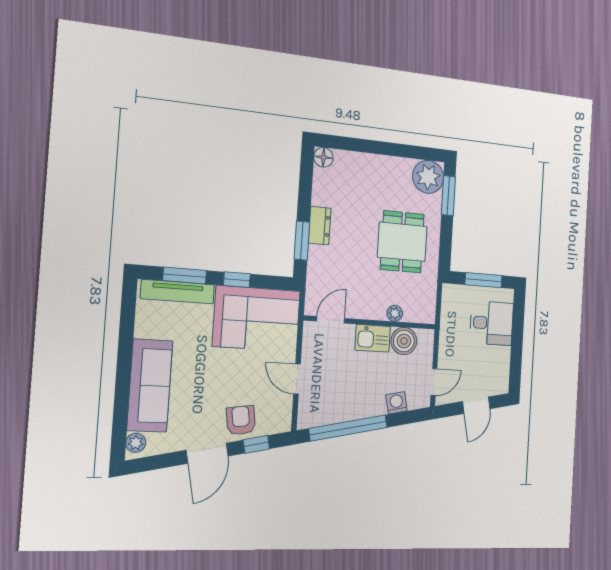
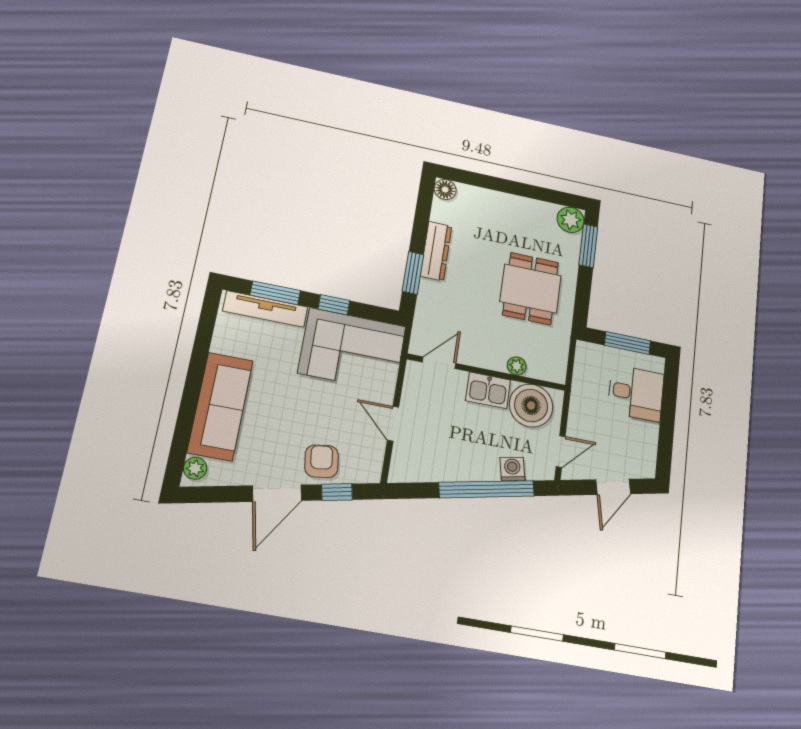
plant: (428, 177) -> (571, 220), width x0.73, depth x0.73
dresser: (320, 226) -> (436, 251), width x1.44
boiler: (404, 341) -> (531, 406), width x1.37, depth x1.37
window: (348, 428) -> (487, 489), moved

